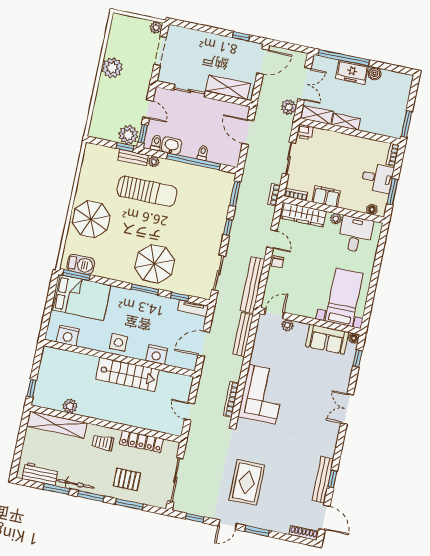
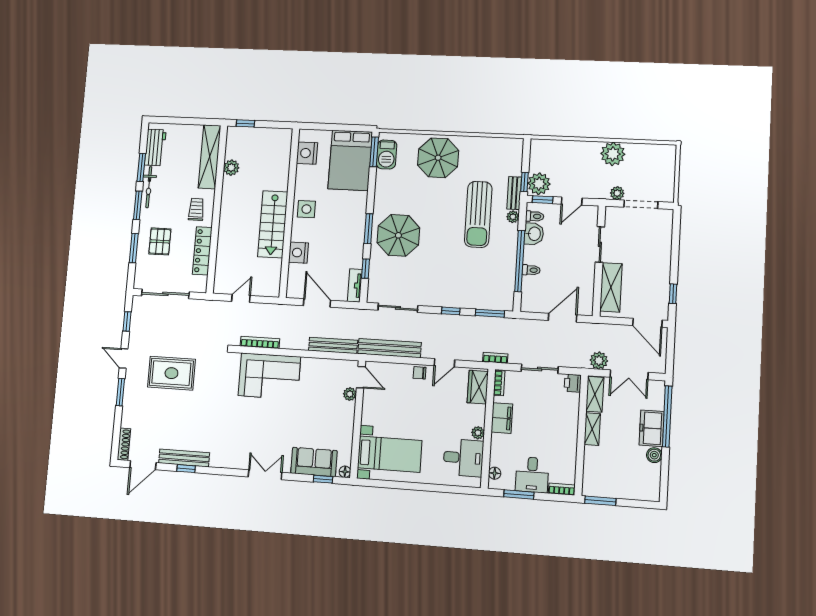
plant: (156, 27) -> (617, 193), moved
wardrobe: (304, 215) -> (478, 387), width x0.67
sofa: (327, 339) -> (314, 462), moved, turned 90

